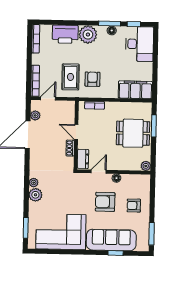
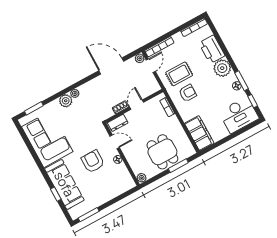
door: (48, 99) -> (151, 66), hinge flipped
plant: (35, 115) -> (140, 58), moved
armchair: (134, 206) -> (103, 187), removed

